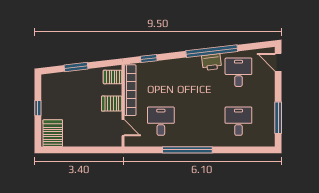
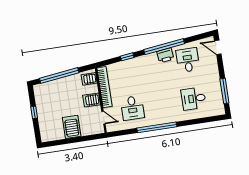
window: (149, 58) -> (127, 57), moved
window: (76, 67) -> (59, 75), width x2.11
desk: (161, 121) -> (132, 108), turned 180
desk: (238, 121) -> (194, 99), turned -90
server rack: (53, 133) -> (72, 127), moved

